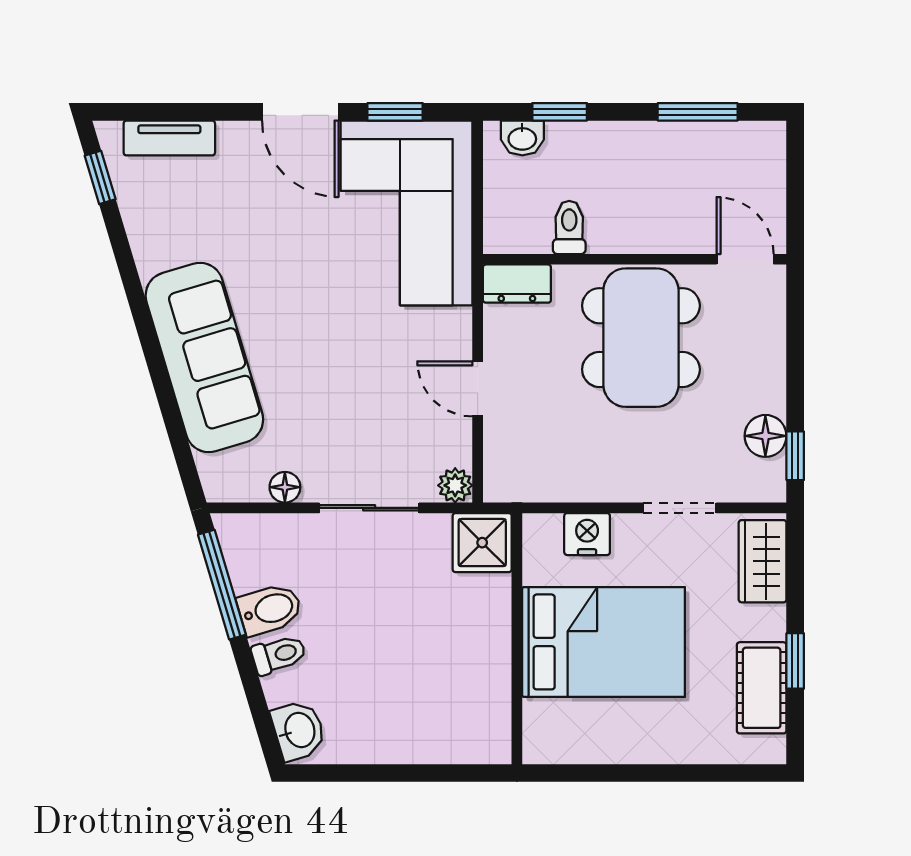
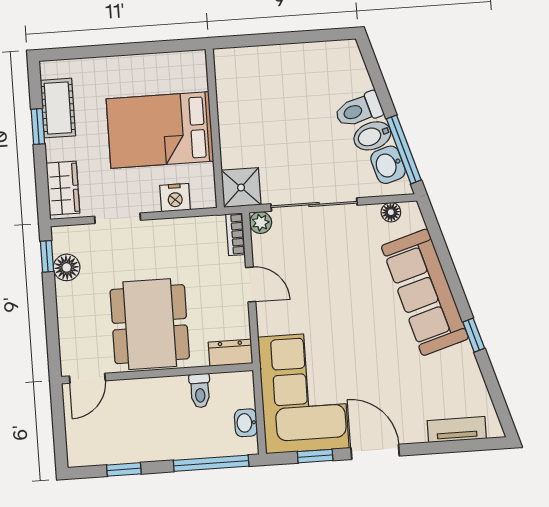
window: (560, 112) -> (211, 463), width x2.17
window: (698, 112) -> (124, 469), width x0.67
washbasin: (522, 138) -> (246, 423), moved, turned -90
window: (100, 177) -> (474, 335), moved
door: (745, 259) -> (87, 378), hinge flipped
bookcase: (496, 470) -> (235, 234), added
floor lamp: (285, 487) -> (391, 212), moved
sliding door: (369, 508) -> (314, 205), width x1.37
toilet: (279, 655) -> (359, 110), width x1.37, depth x1.39
washbasin: (299, 730) -> (388, 165), moved

